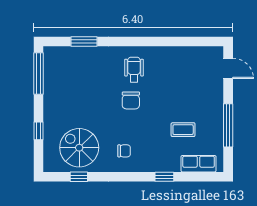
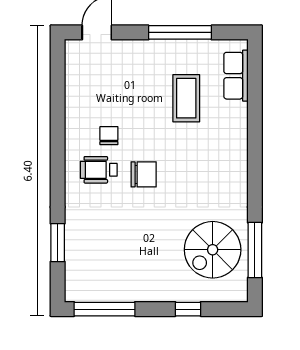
coffee table: (183, 130) -> (186, 98), width x1.36, depth x1.30
chair: (124, 151) -> (109, 136), moved
window: (79, 177) -> (255, 250), width x2.17
window: (164, 177) -> (255, 125), removed

